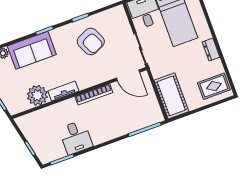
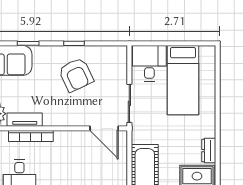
dresser: (211, 50) -> (209, 151), moved
bookcase: (94, 94) -> (31, 136), moved

